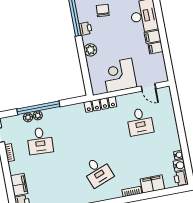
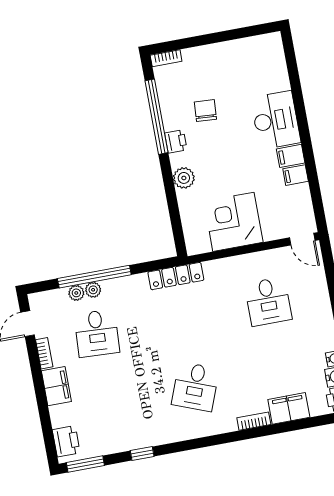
door: (149, 87) -> (302, 239), moved
locker: (100, 104) -> (176, 276), moved
desk: (98, 172) -> (195, 387), turned 42
filing cabinet: (19, 185) -> (56, 386), moved

